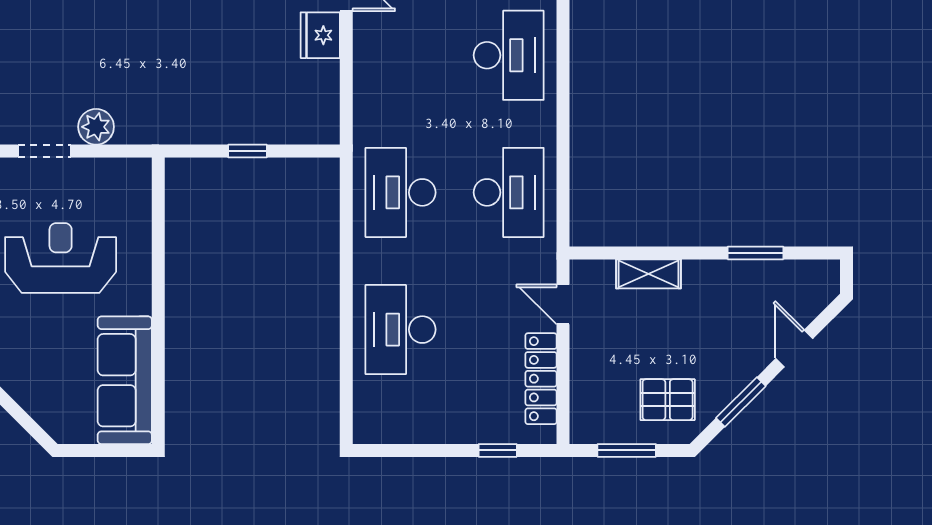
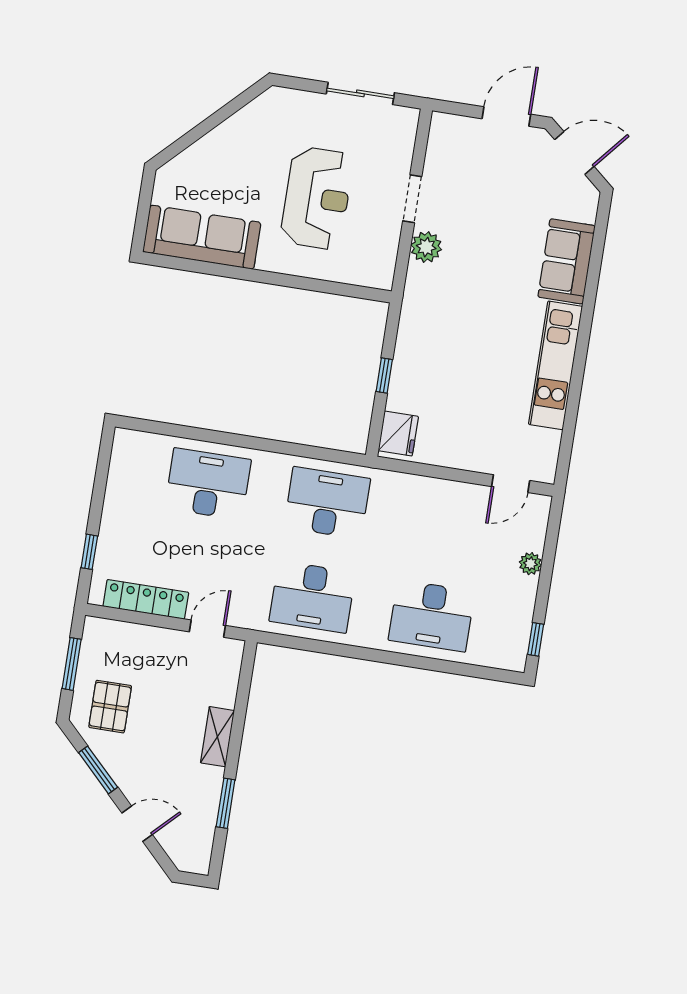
fridge: (320, 35) -> (398, 434), moved, turned 90
shelving: (649, 274) -> (217, 737), moved

